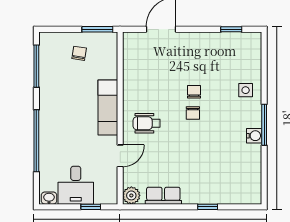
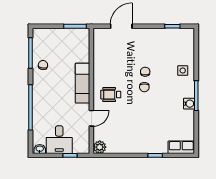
chair: (79, 53) -> (43, 65), moved
row of seats: (163, 196) -> (181, 147), moved

